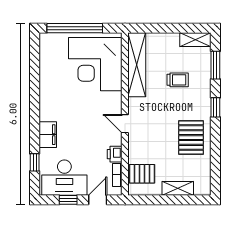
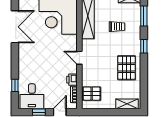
double door: (35, 80) -> (15, 27), added
filing cabinet: (48, 135) -> (24, 66), removed
desk: (64, 178) -> (32, 96), width x0.73
shelving: (178, 188) -> (127, 104), moved

